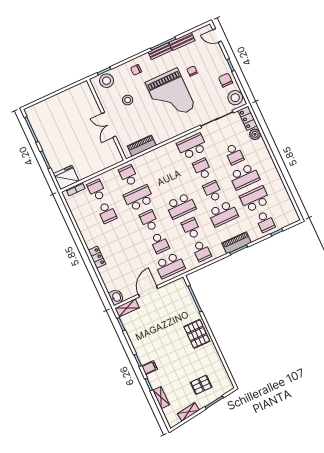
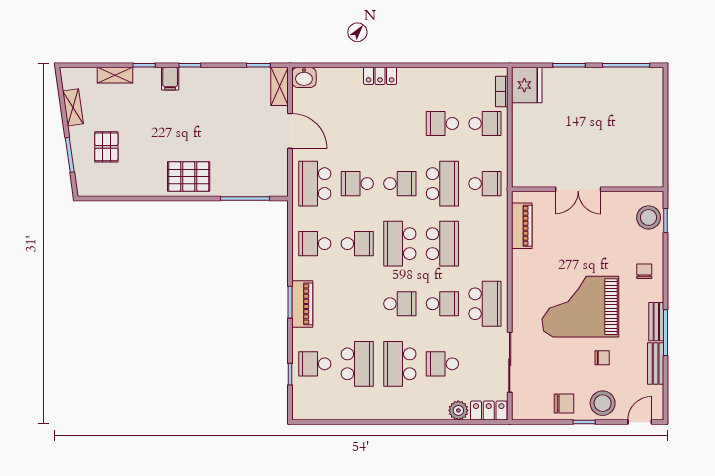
stool: (235, 98) -> (603, 403), moved
stool: (128, 100) -> (603, 236), removed
double door: (109, 125) -> (578, 189), swing flipped
school desk: (223, 214) -> (442, 244), moved, turned 180

